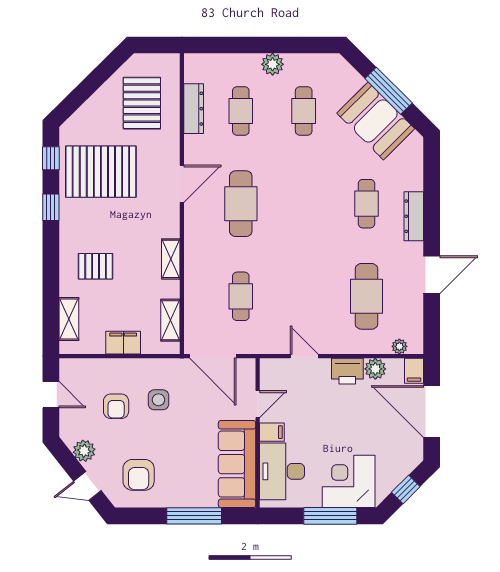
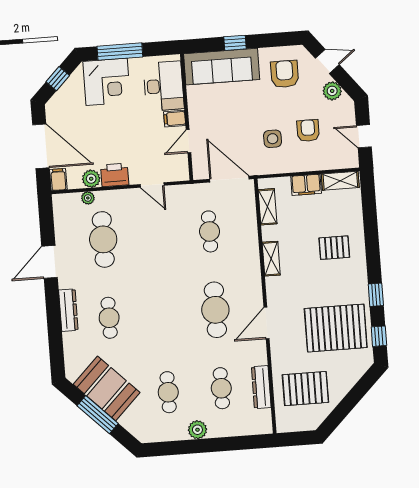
pallet: (142, 103) -> (305, 389), turned 90
shelving: (69, 319) -> (340, 181), moved, turned 90
plant: (399, 346) -> (88, 198), moved
sofa: (237, 464) -> (222, 67), moved, turned 90
window: (194, 516) -> (235, 43), width x0.46

